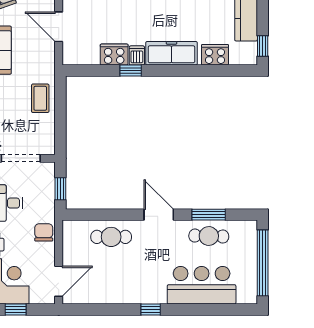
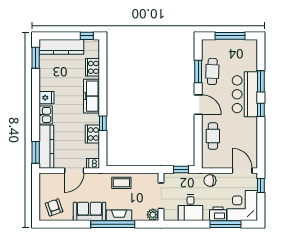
dishwasher: (137, 55) -> (93, 163), moved
door: (159, 215) -> (198, 105), swing flipped
window: (263, 263) -> (230, 36), width x0.68
bar counter: (202, 285) -> (245, 94), moved
window: (16, 310) -> (261, 186), moved
window: (194, 310) -> (261, 81), added

